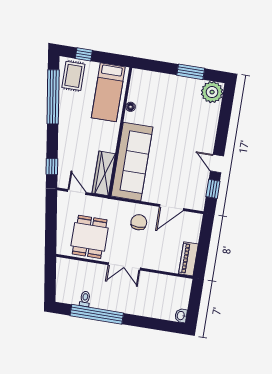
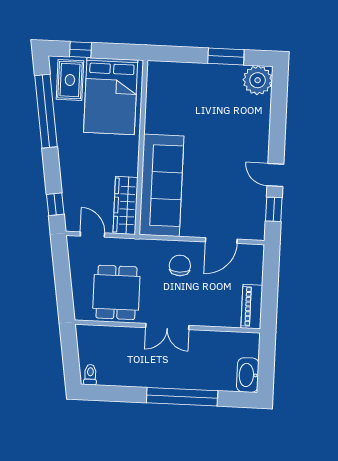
bed: (108, 92) -> (111, 96), width x1.50
floor lamp: (131, 107) -> (151, 112), removed
toilet: (85, 299) -> (90, 375), moved
window: (97, 314) -> (182, 397), moved
washbasin: (181, 316) -> (248, 375), width x1.91, depth x1.45

